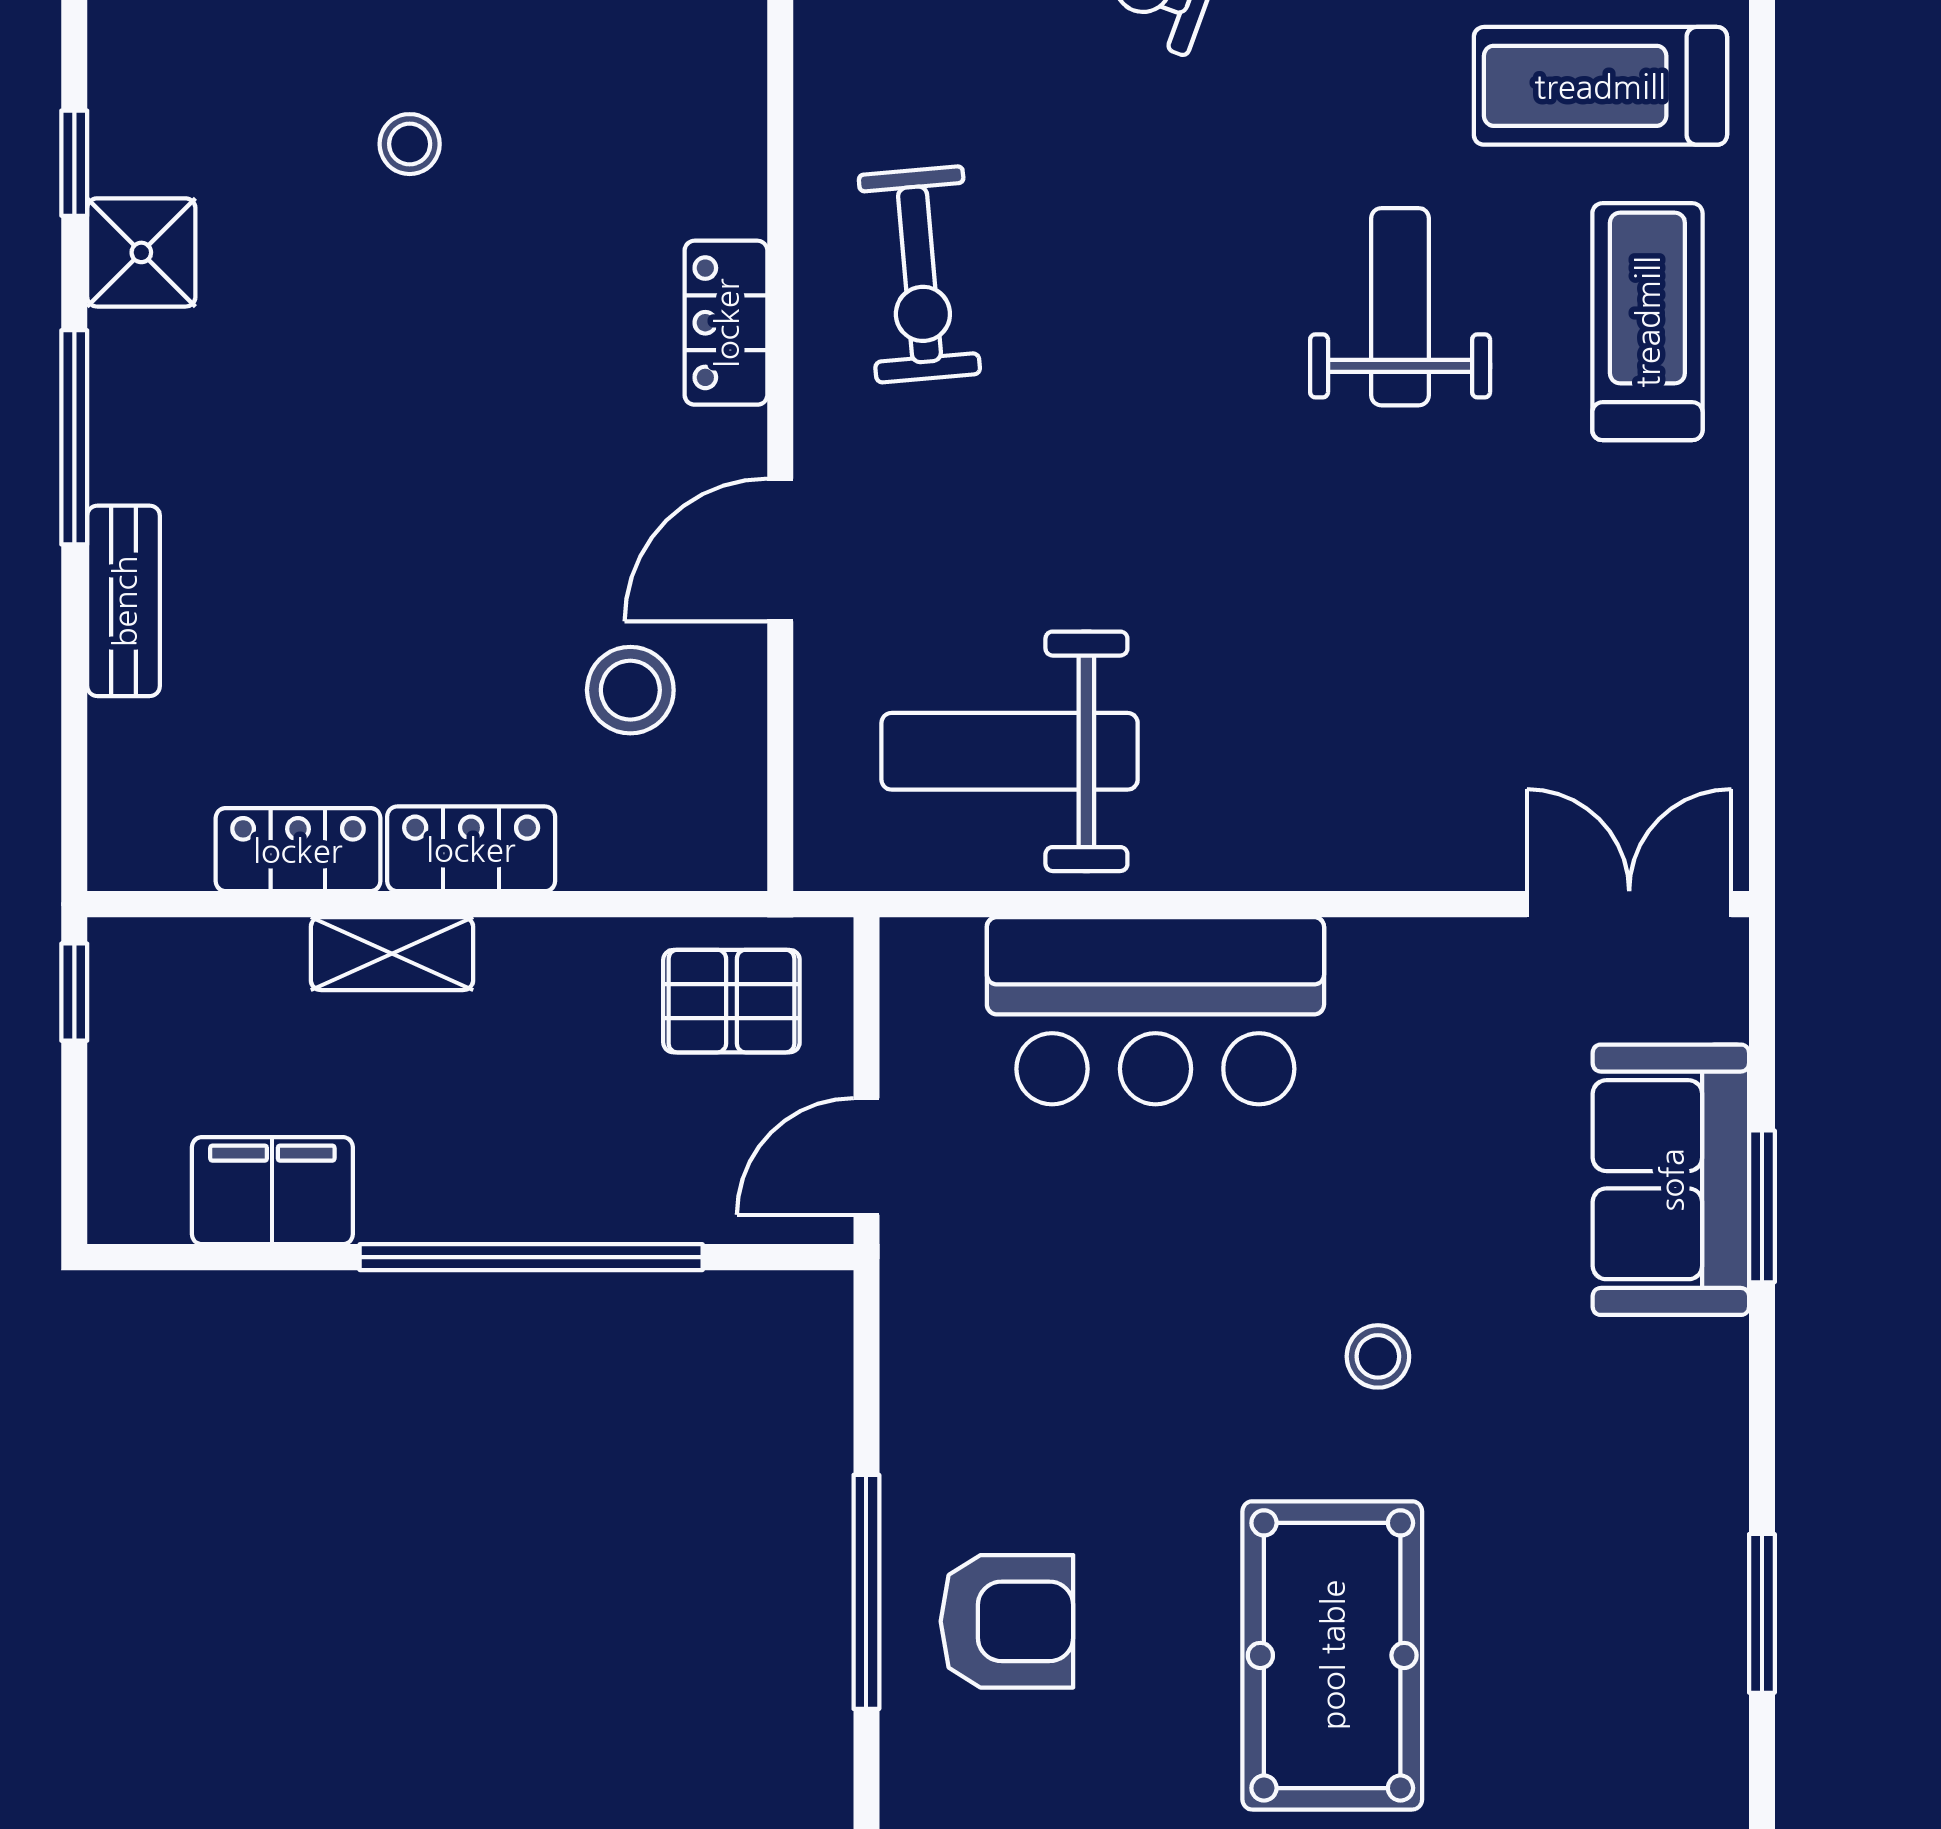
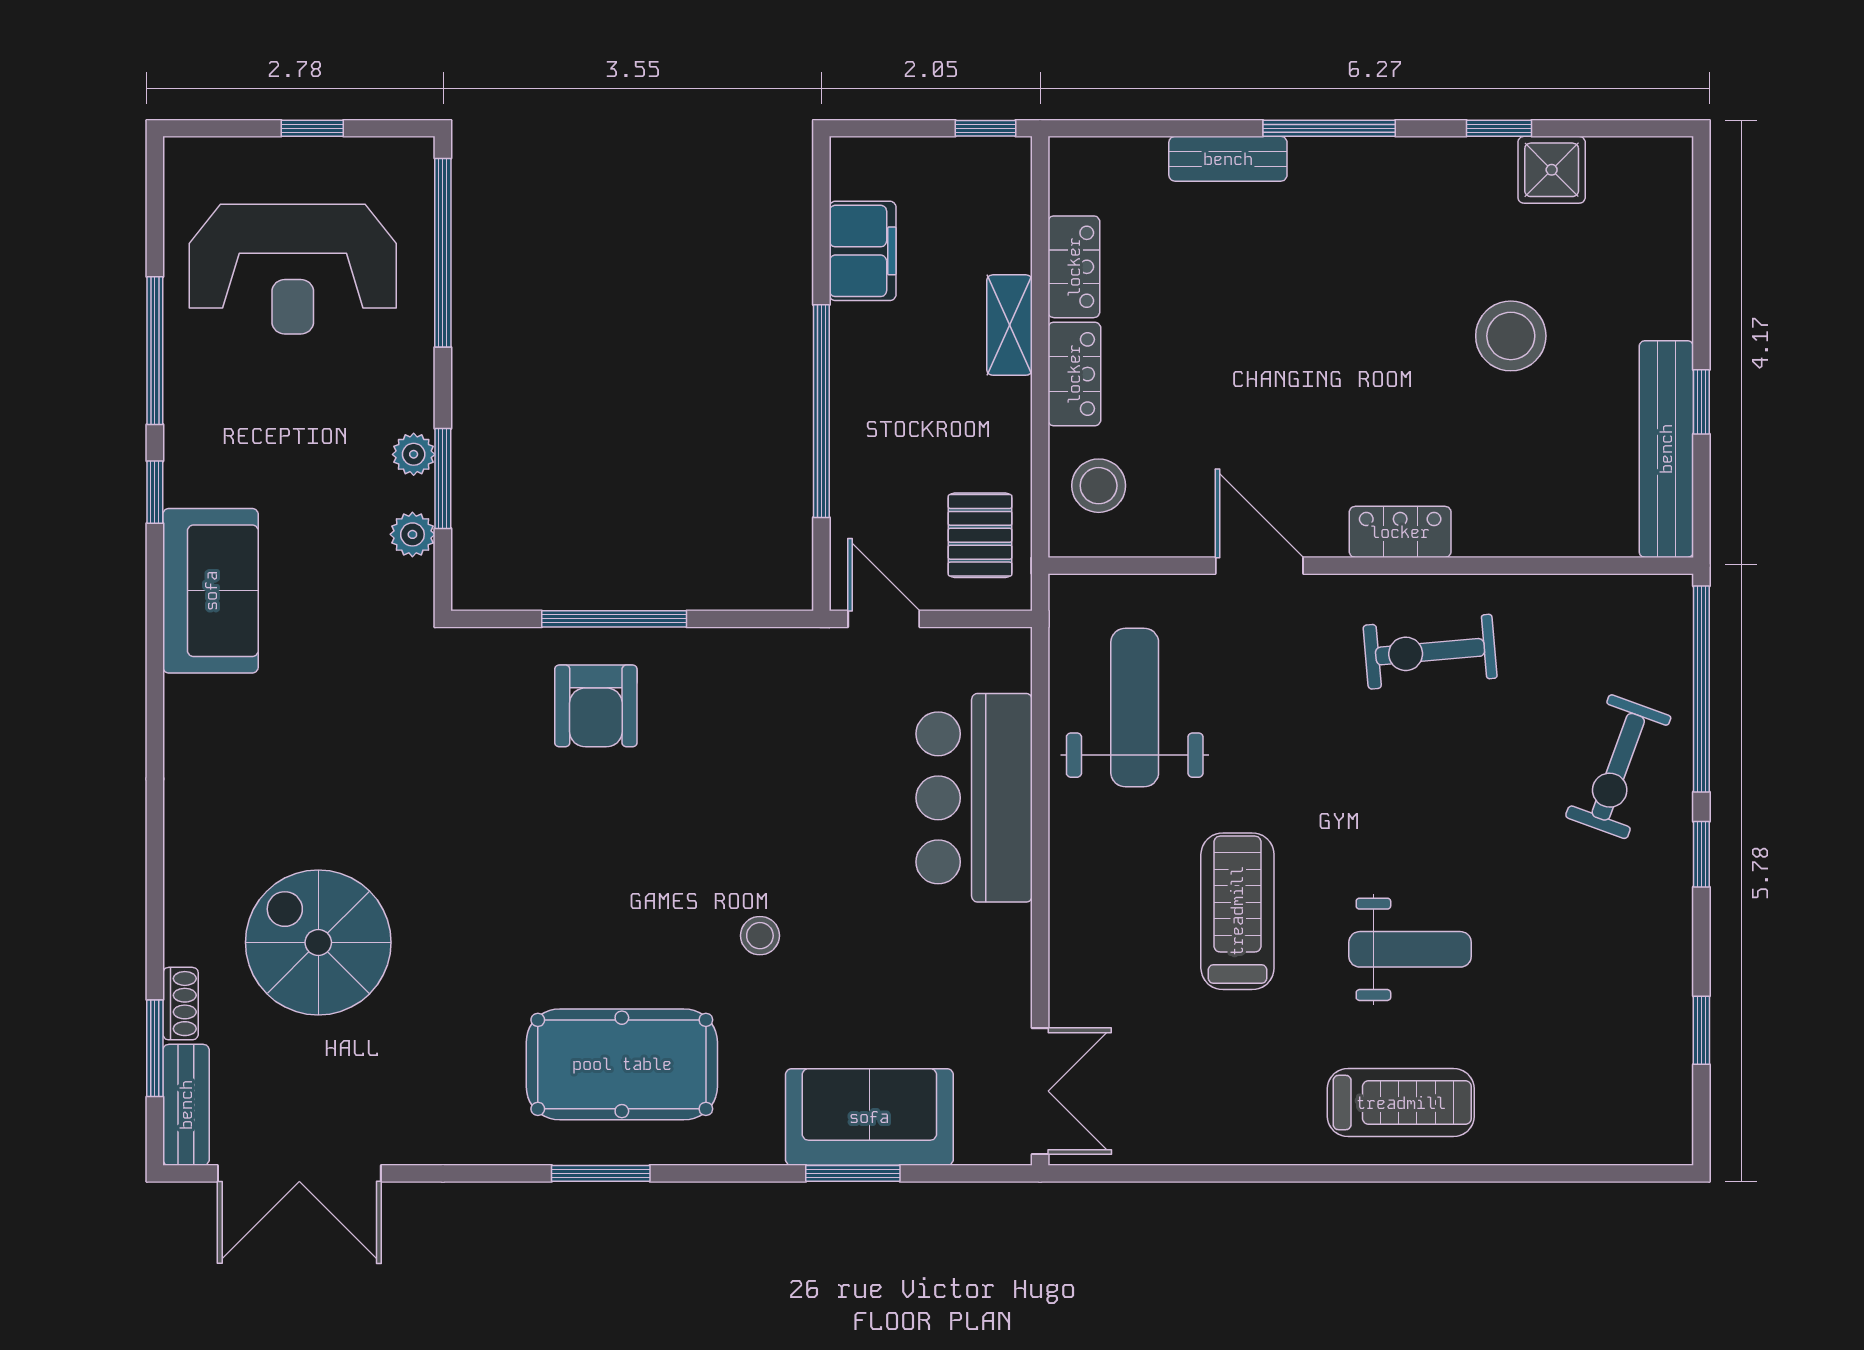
treadmill: (1600, 86) -> (1237, 911), moved
stool: (410, 144) -> (1511, 336), width x1.89, depth x1.89
shower: (141, 252) -> (1552, 170), moved
stool: (630, 690) -> (1099, 486), moved
pool table: (1332, 1655) -> (622, 1064), moved

